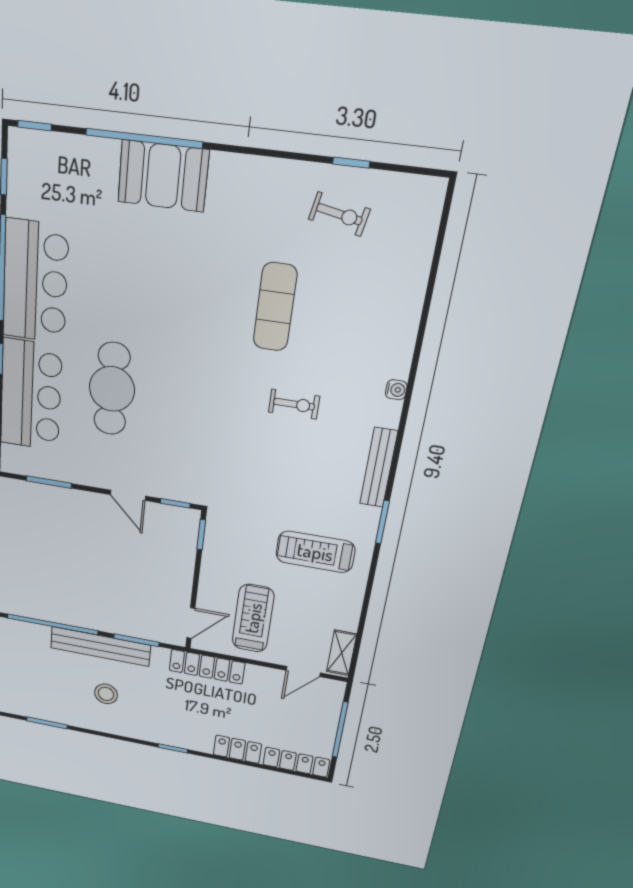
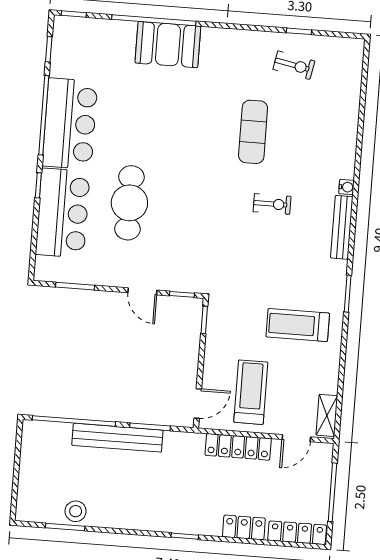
bench: (379, 468) -> (342, 227), moved
locker: (207, 667) -> (238, 447), moved
stool: (106, 694) -> (76, 511), moved

